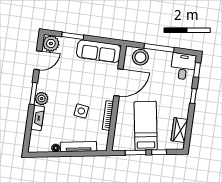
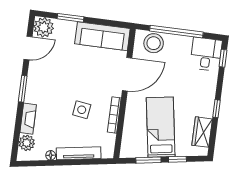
window: (159, 48) -> (176, 32), width x1.46
window: (193, 96) -> (216, 109), moved
plant: (42, 99) -> (27, 143), moved

